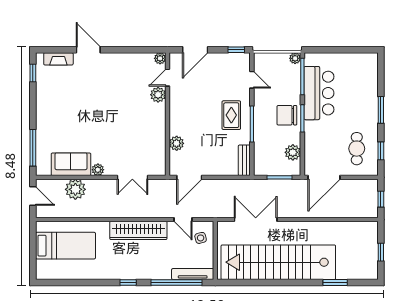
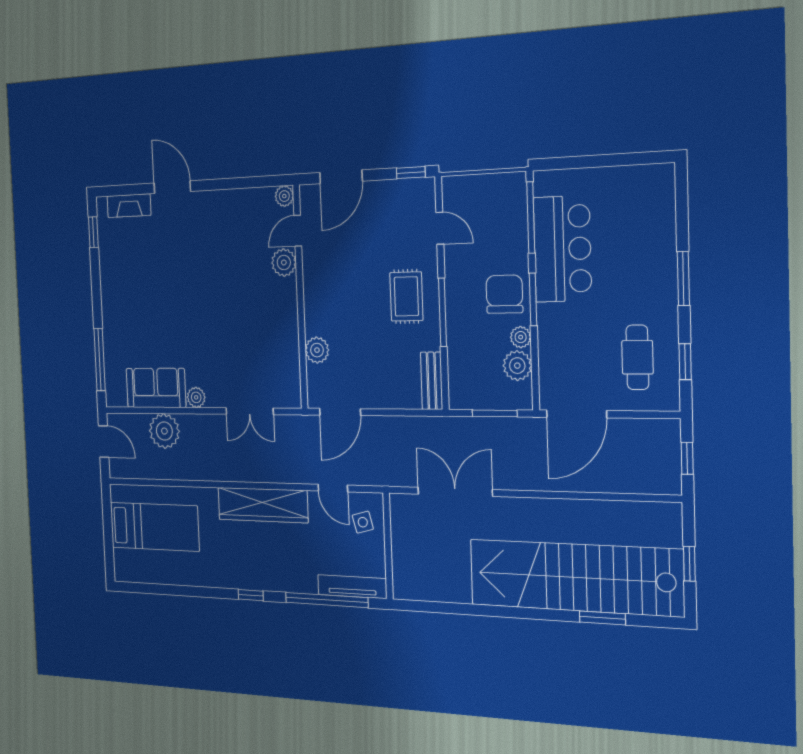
plant: (295, 58) -> (521, 337), moved
chair: (287, 115) -> (504, 294), turned 90
stairs: (278, 262) -> (575, 577), moved

